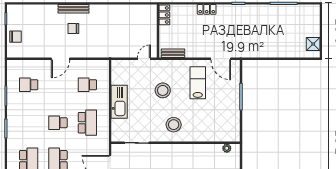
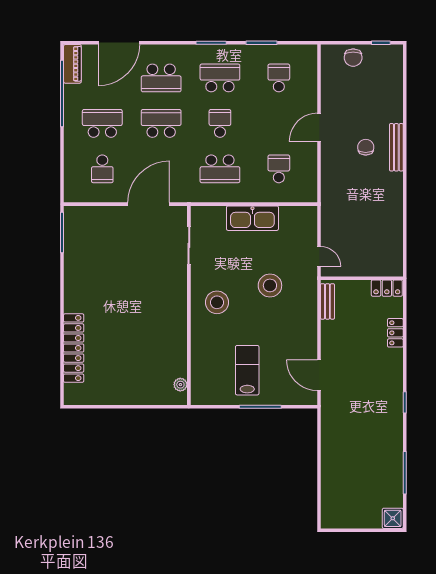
locker: (207, 9) -> (395, 333), moved
shower: (313, 44) -> (393, 518), moved
door: (60, 59) -> (319, 127), hinge flipped
door: (221, 59) -> (319, 375), hinge flipped
lab bench: (198, 83) -> (247, 370), moved, turned -90
school desk: (29, 123) -> (220, 78), added

